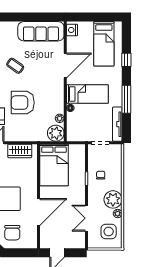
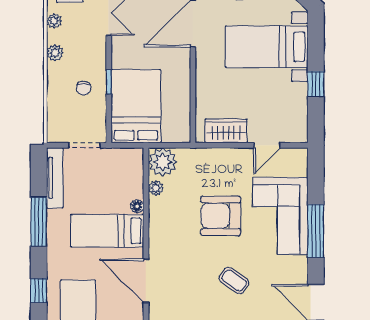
door: (65, 65) -> (146, 281), hinge flipped
armchair: (23, 103) -> (221, 216), turned 180
bed: (54, 165) -> (136, 106), moved
plant: (113, 199) -> (55, 53), width x0.53, depth x0.53

